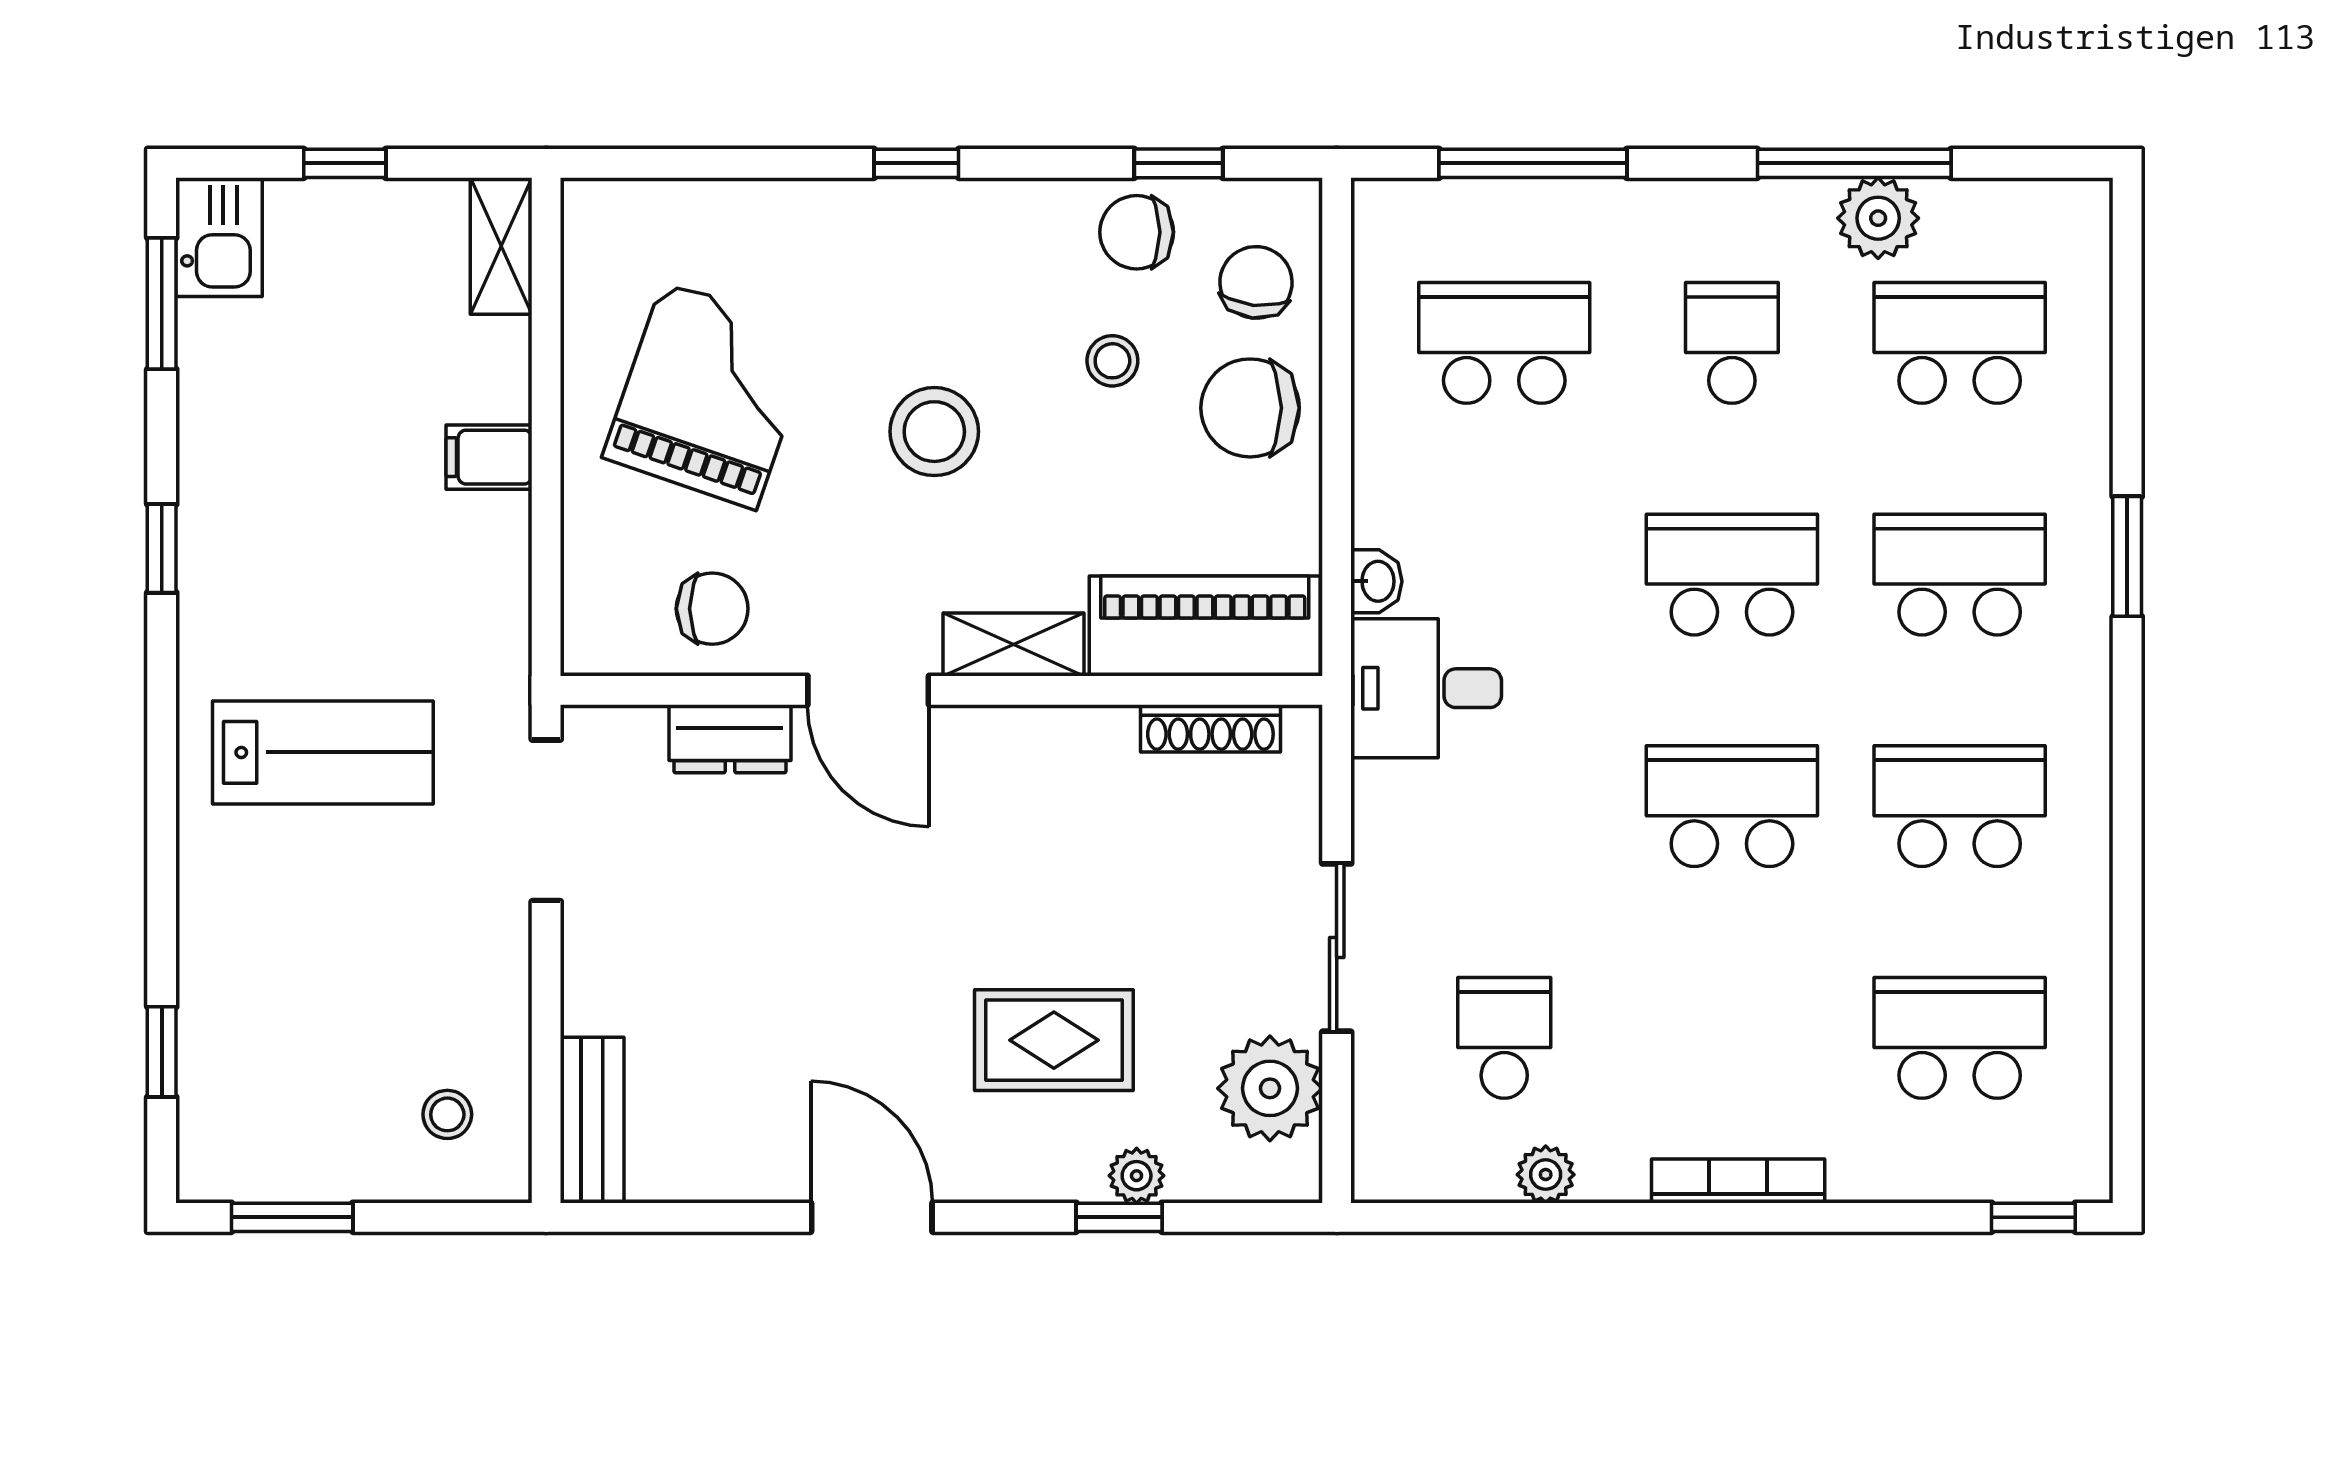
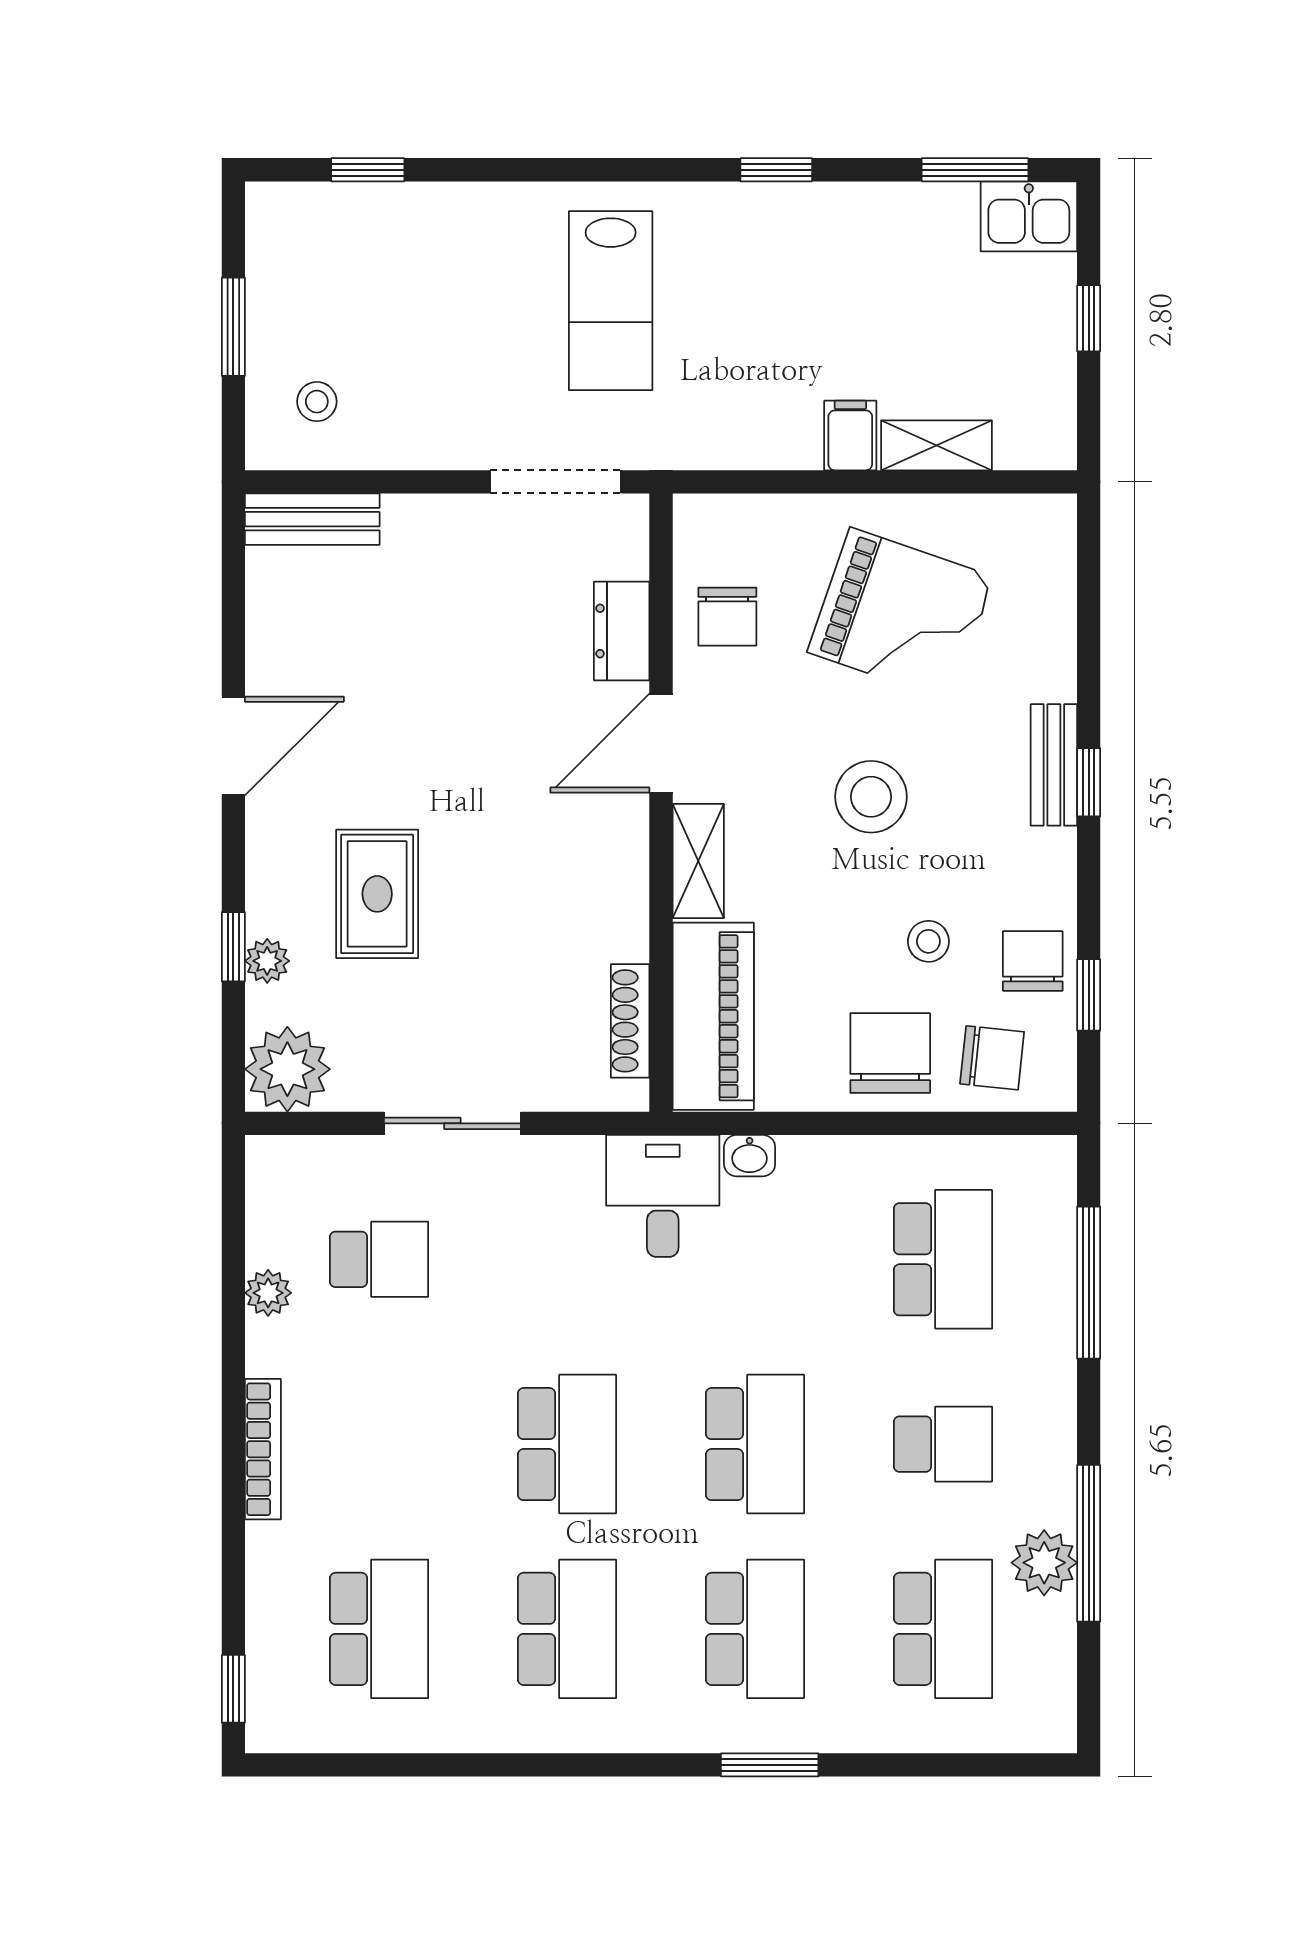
bench: (895, 206) -> (1054, 765), added
shelving: (501, 246) -> (937, 445), moved
plant: (1270, 1088) -> (287, 1069), moved
window: (292, 1217) -> (233, 327), moved

